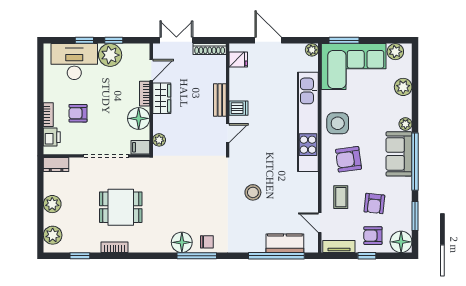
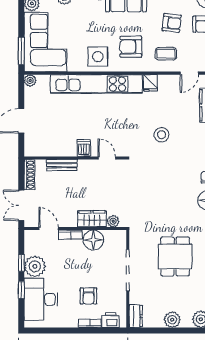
fridge: (238, 59) -> (150, 83), moved, turned 180
wardrobe: (162, 98) -> (92, 219), moved
bench: (220, 100) -> (62, 165), moved
filing cabinet: (140, 147) -> (120, 238), removed
armchair: (349, 159) -> (131, 47), turned 98

